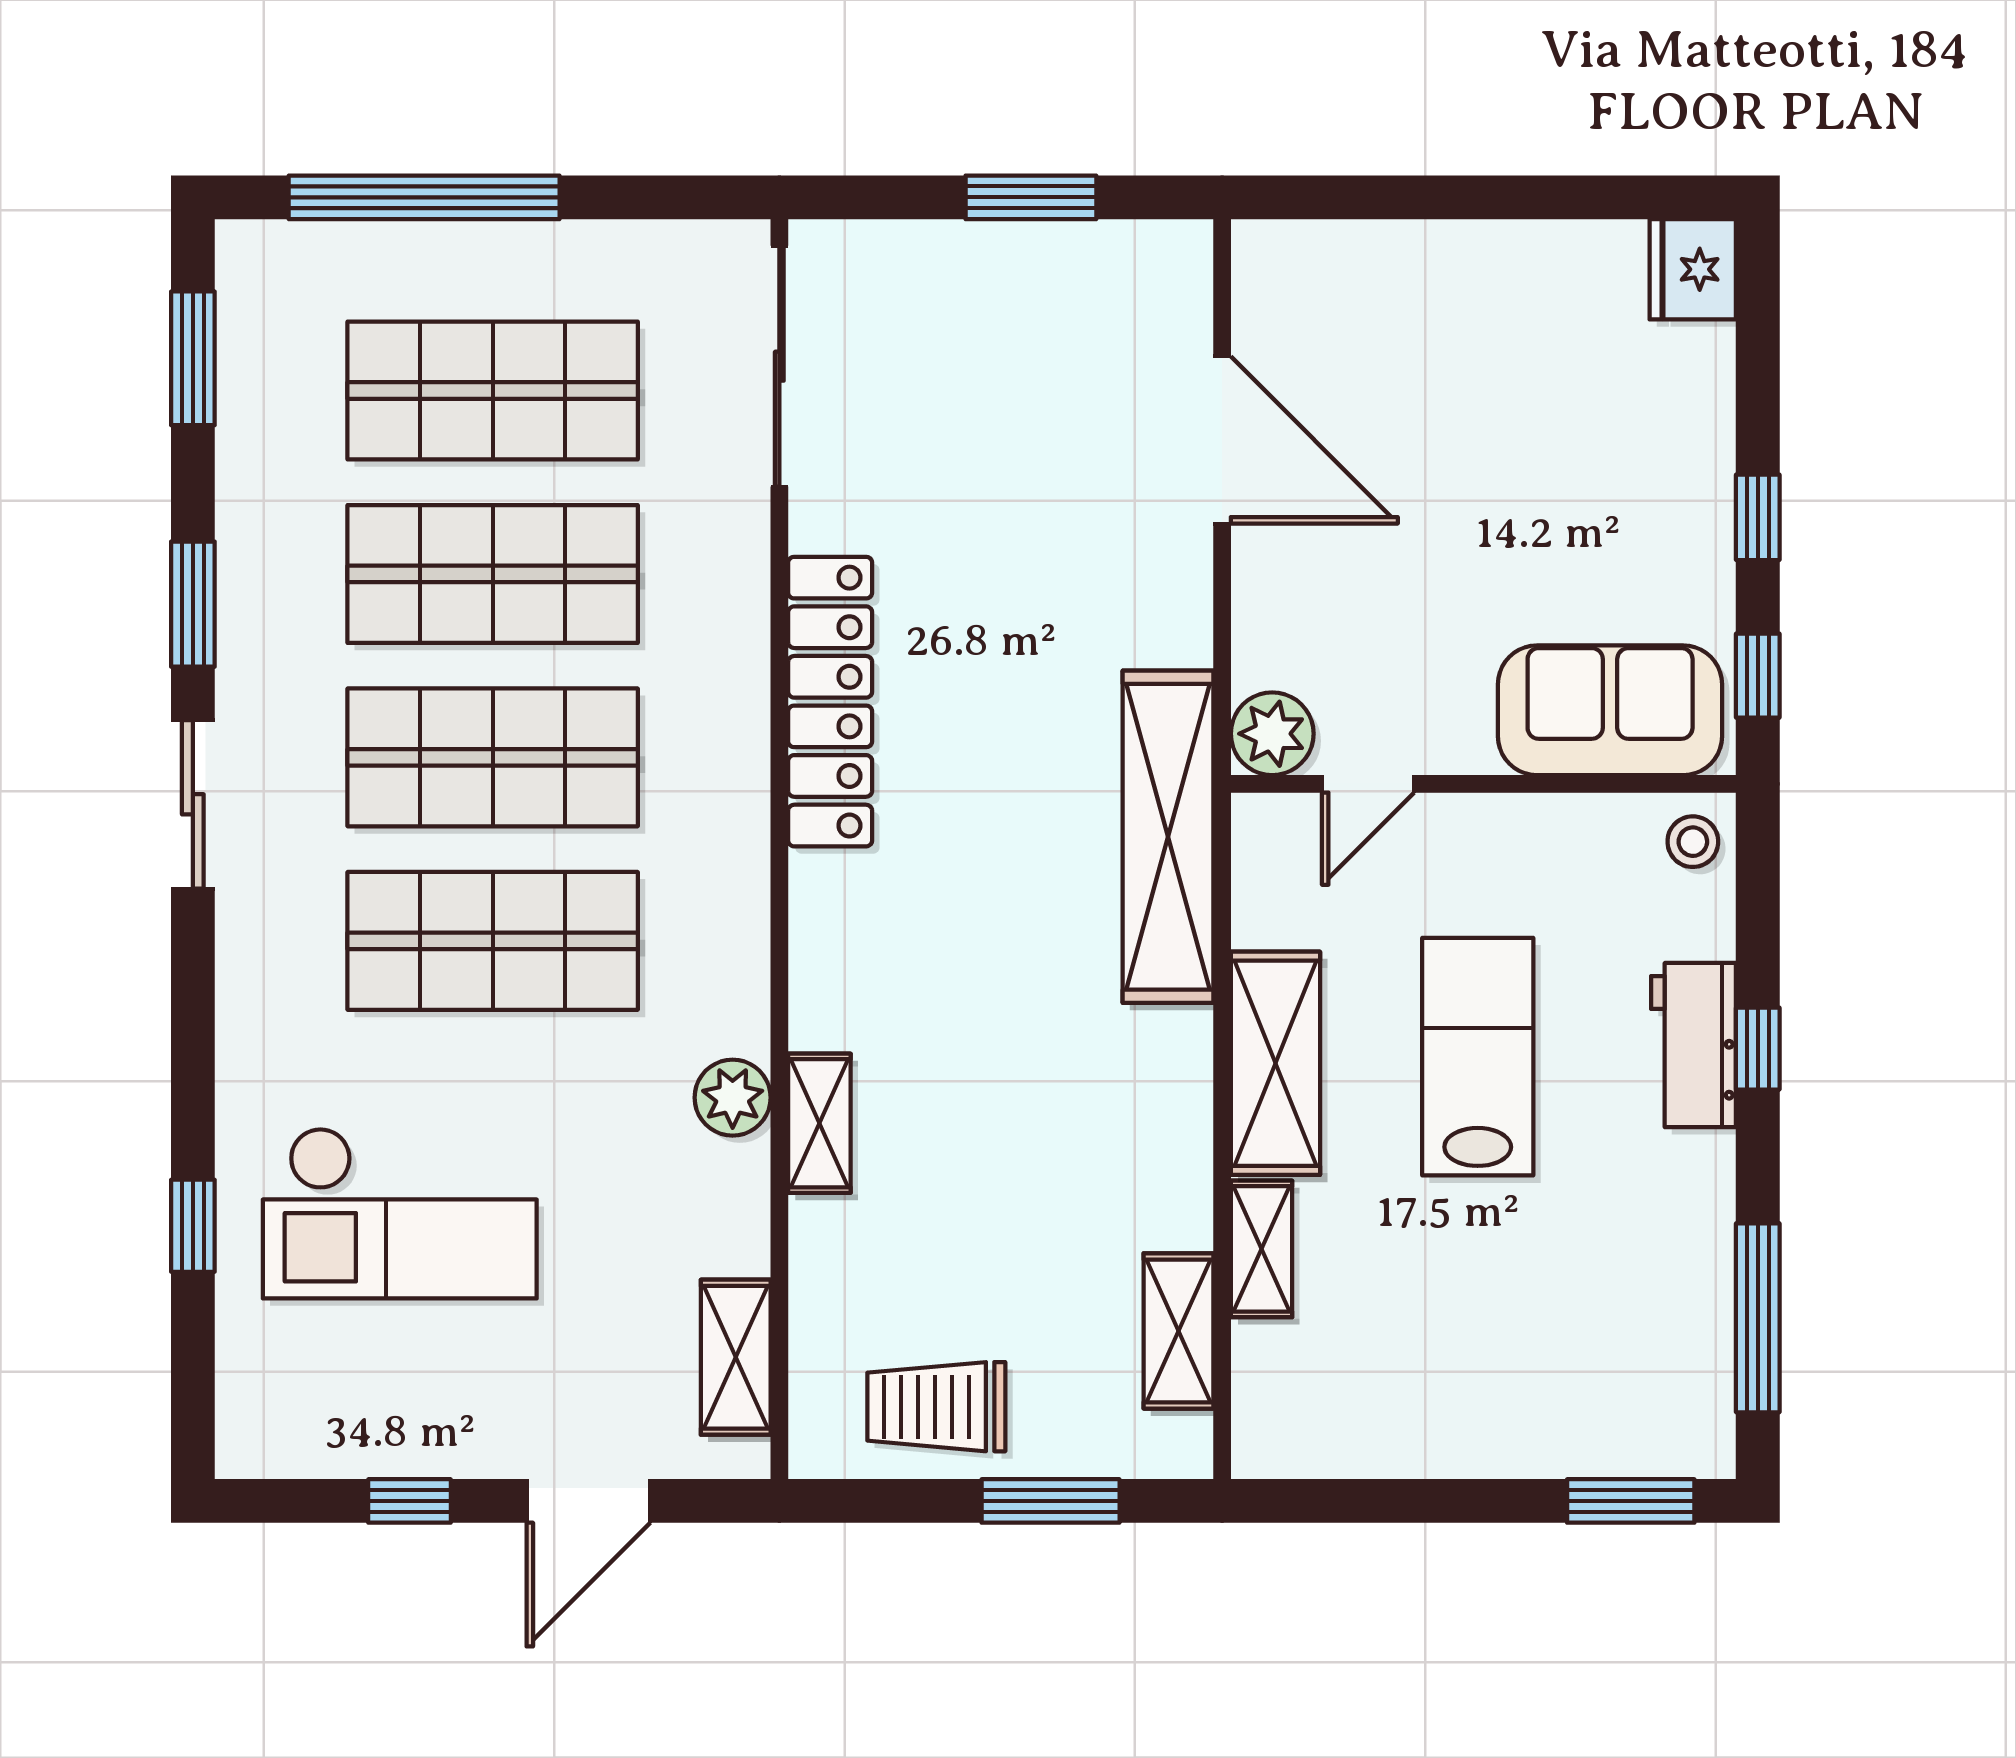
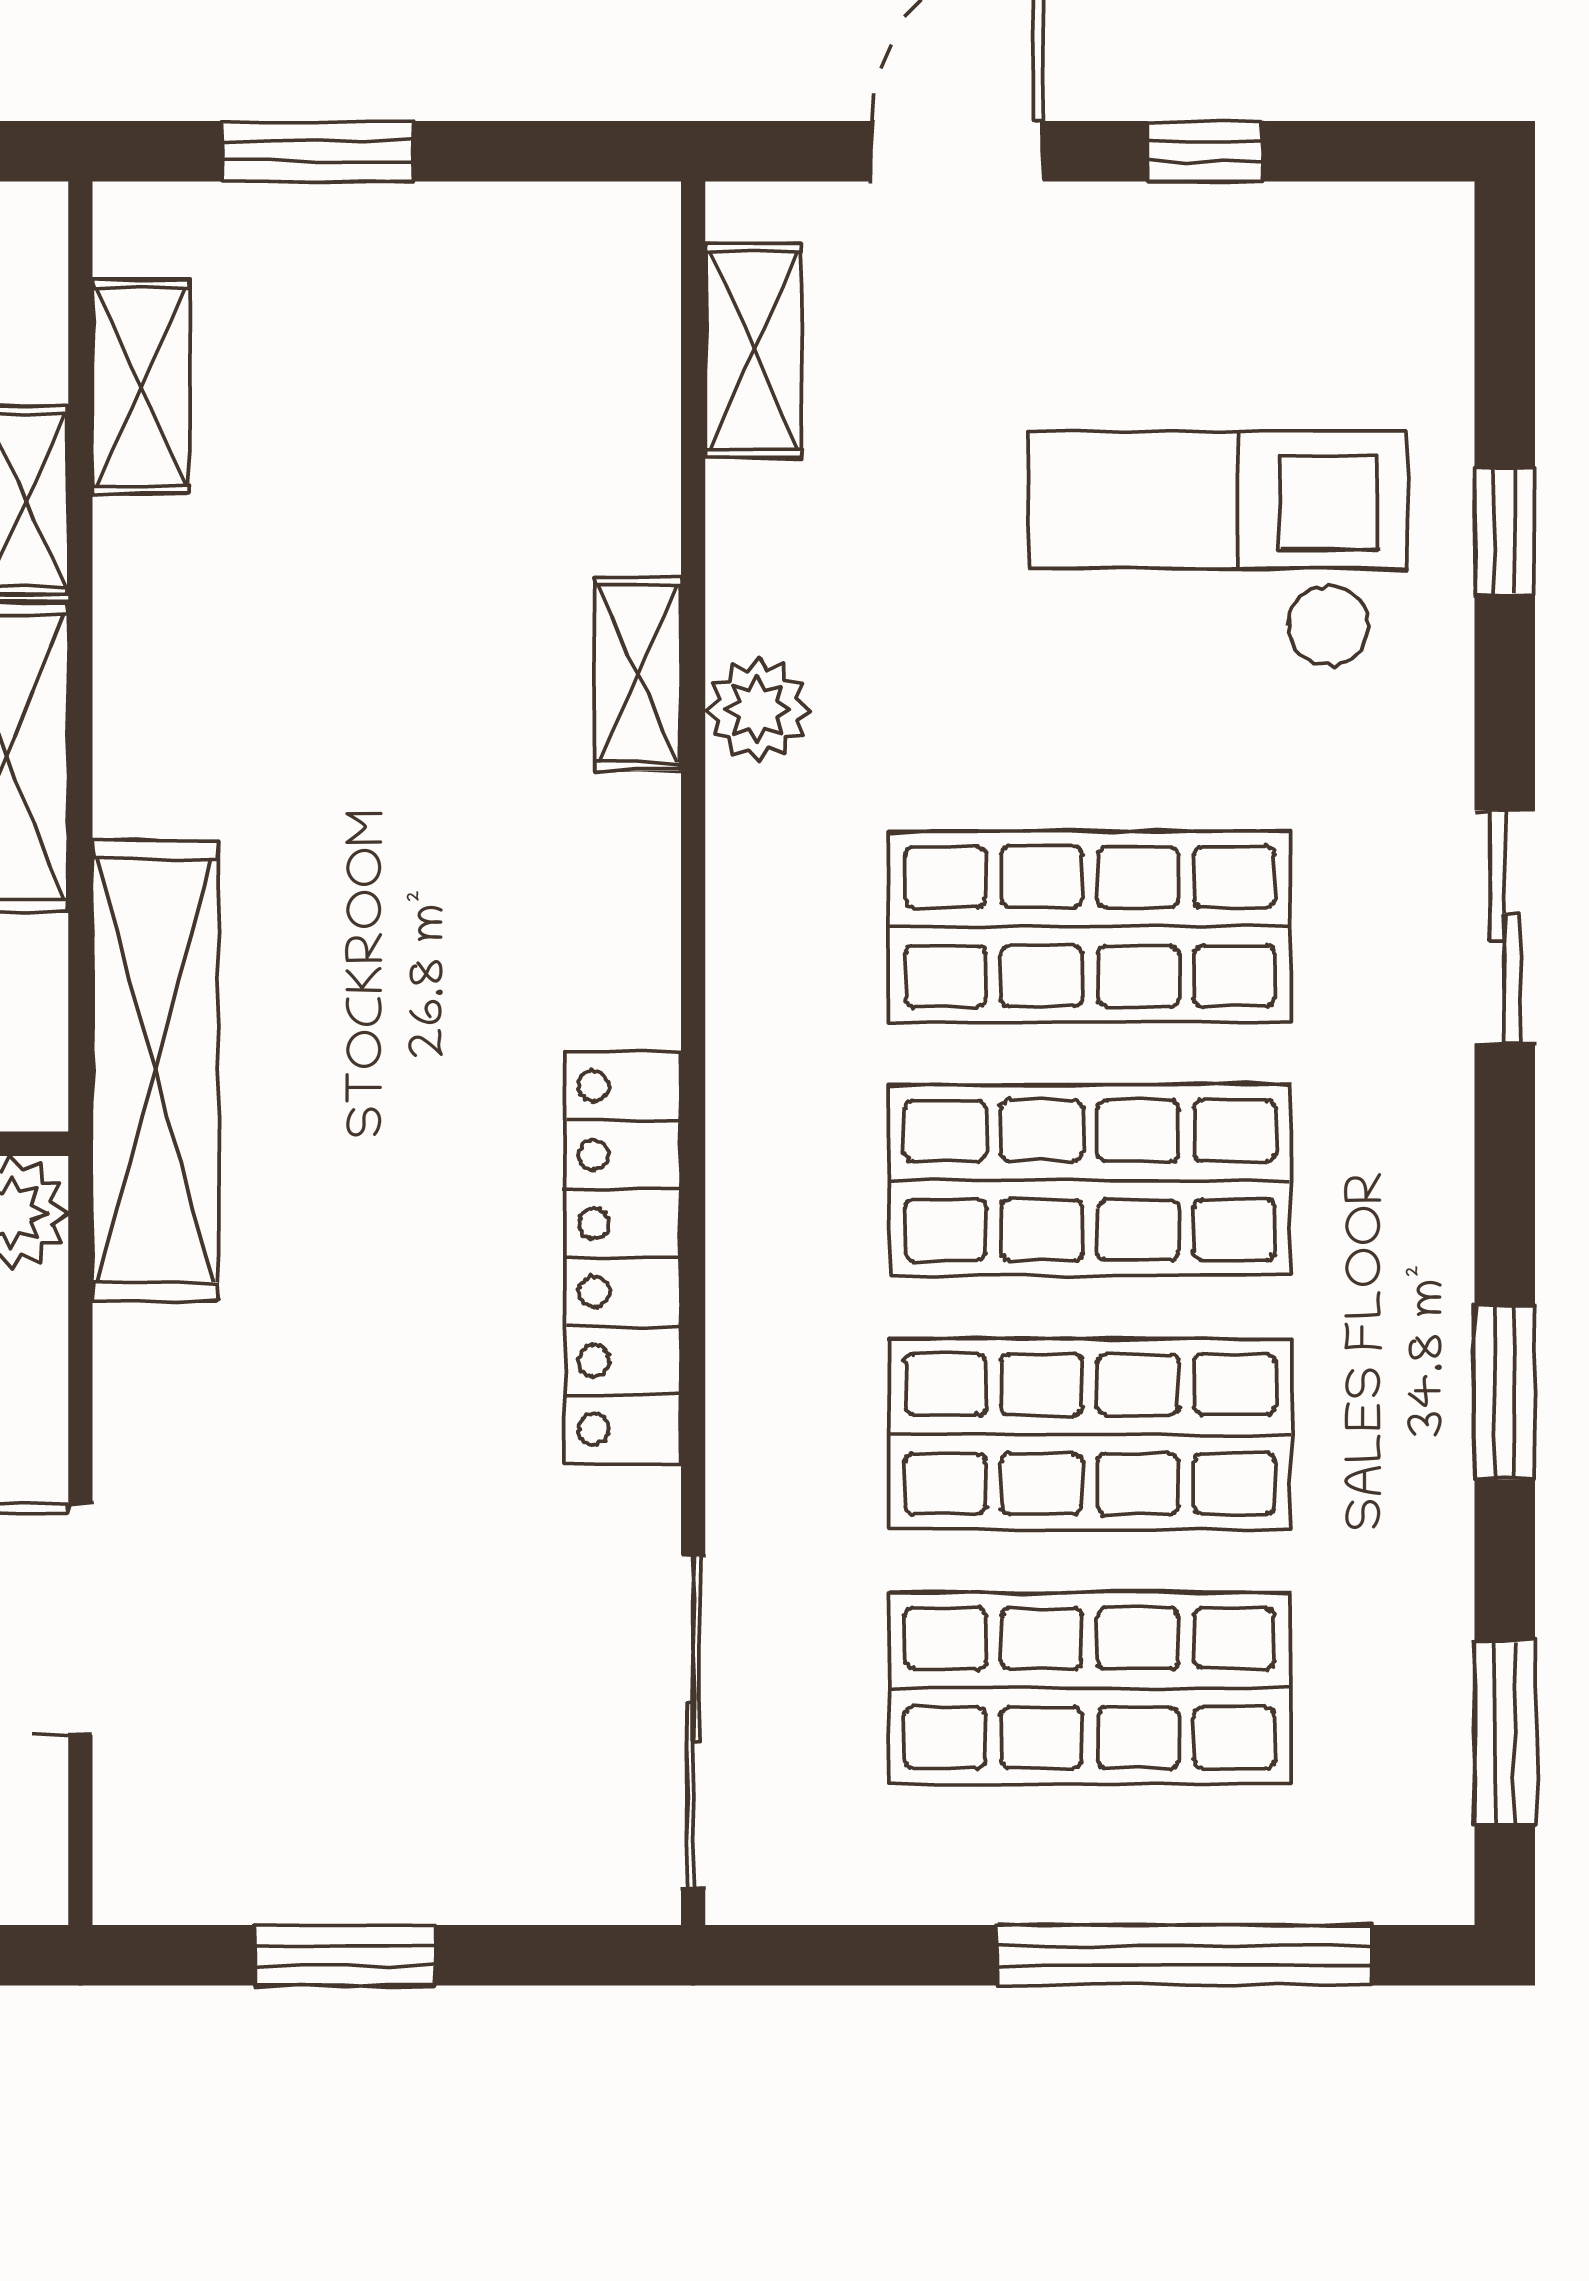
sliding door: (193, 804) -> (1505, 927), moved
trolley: (936, 1407) -> (476, 282), removed

